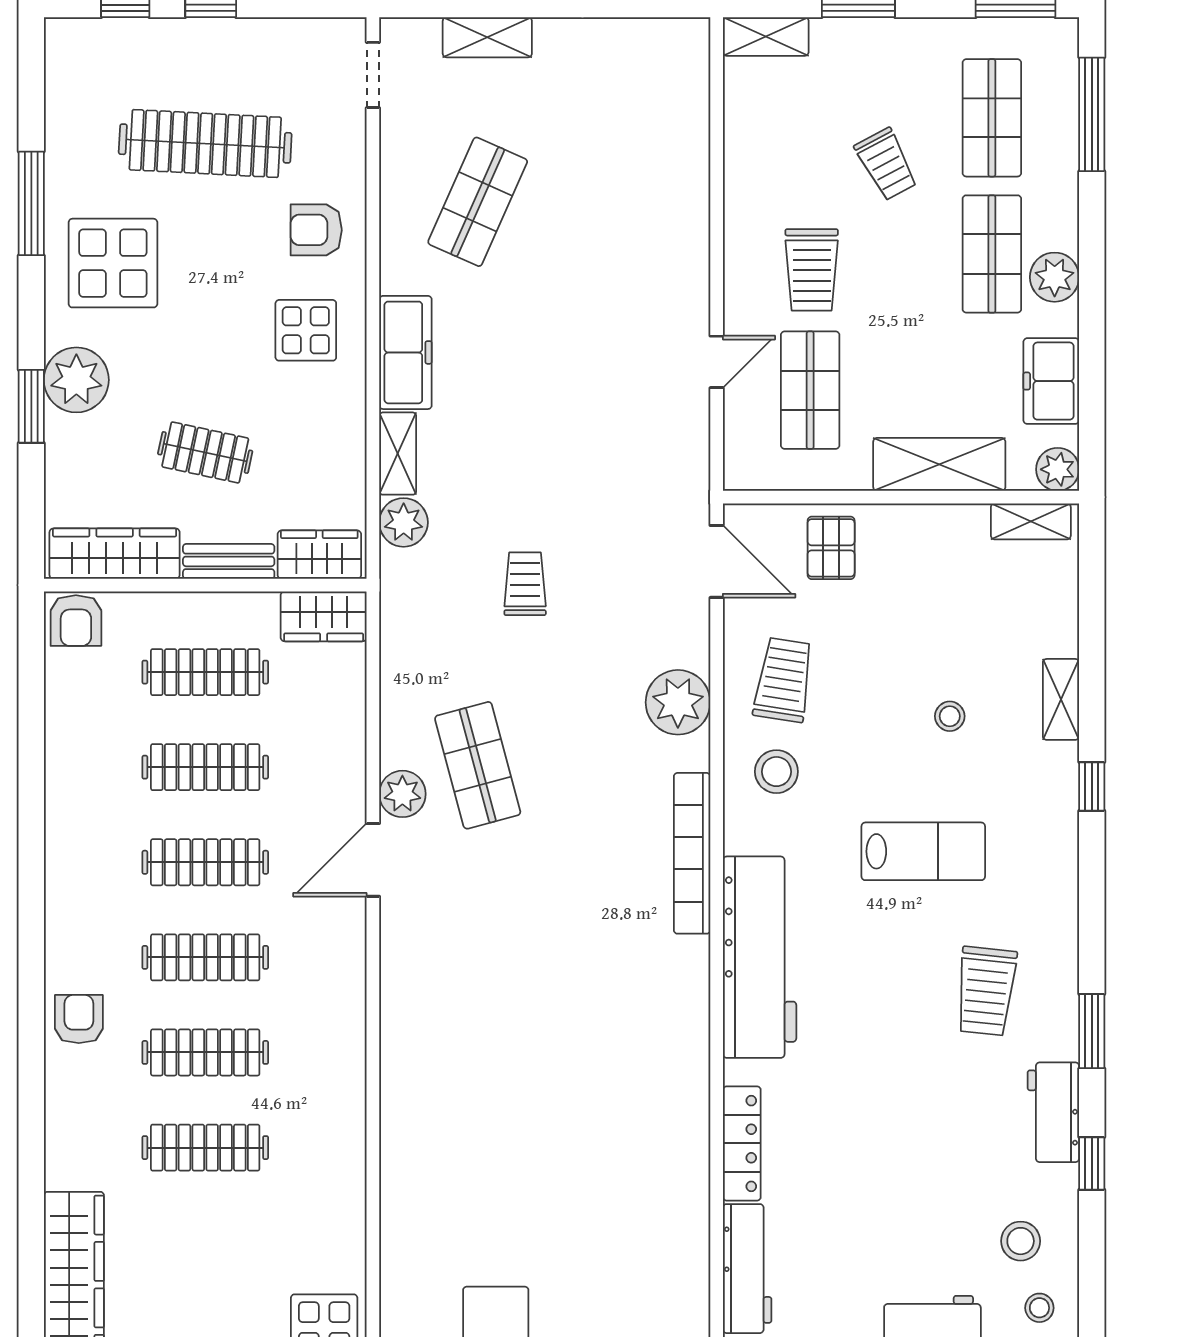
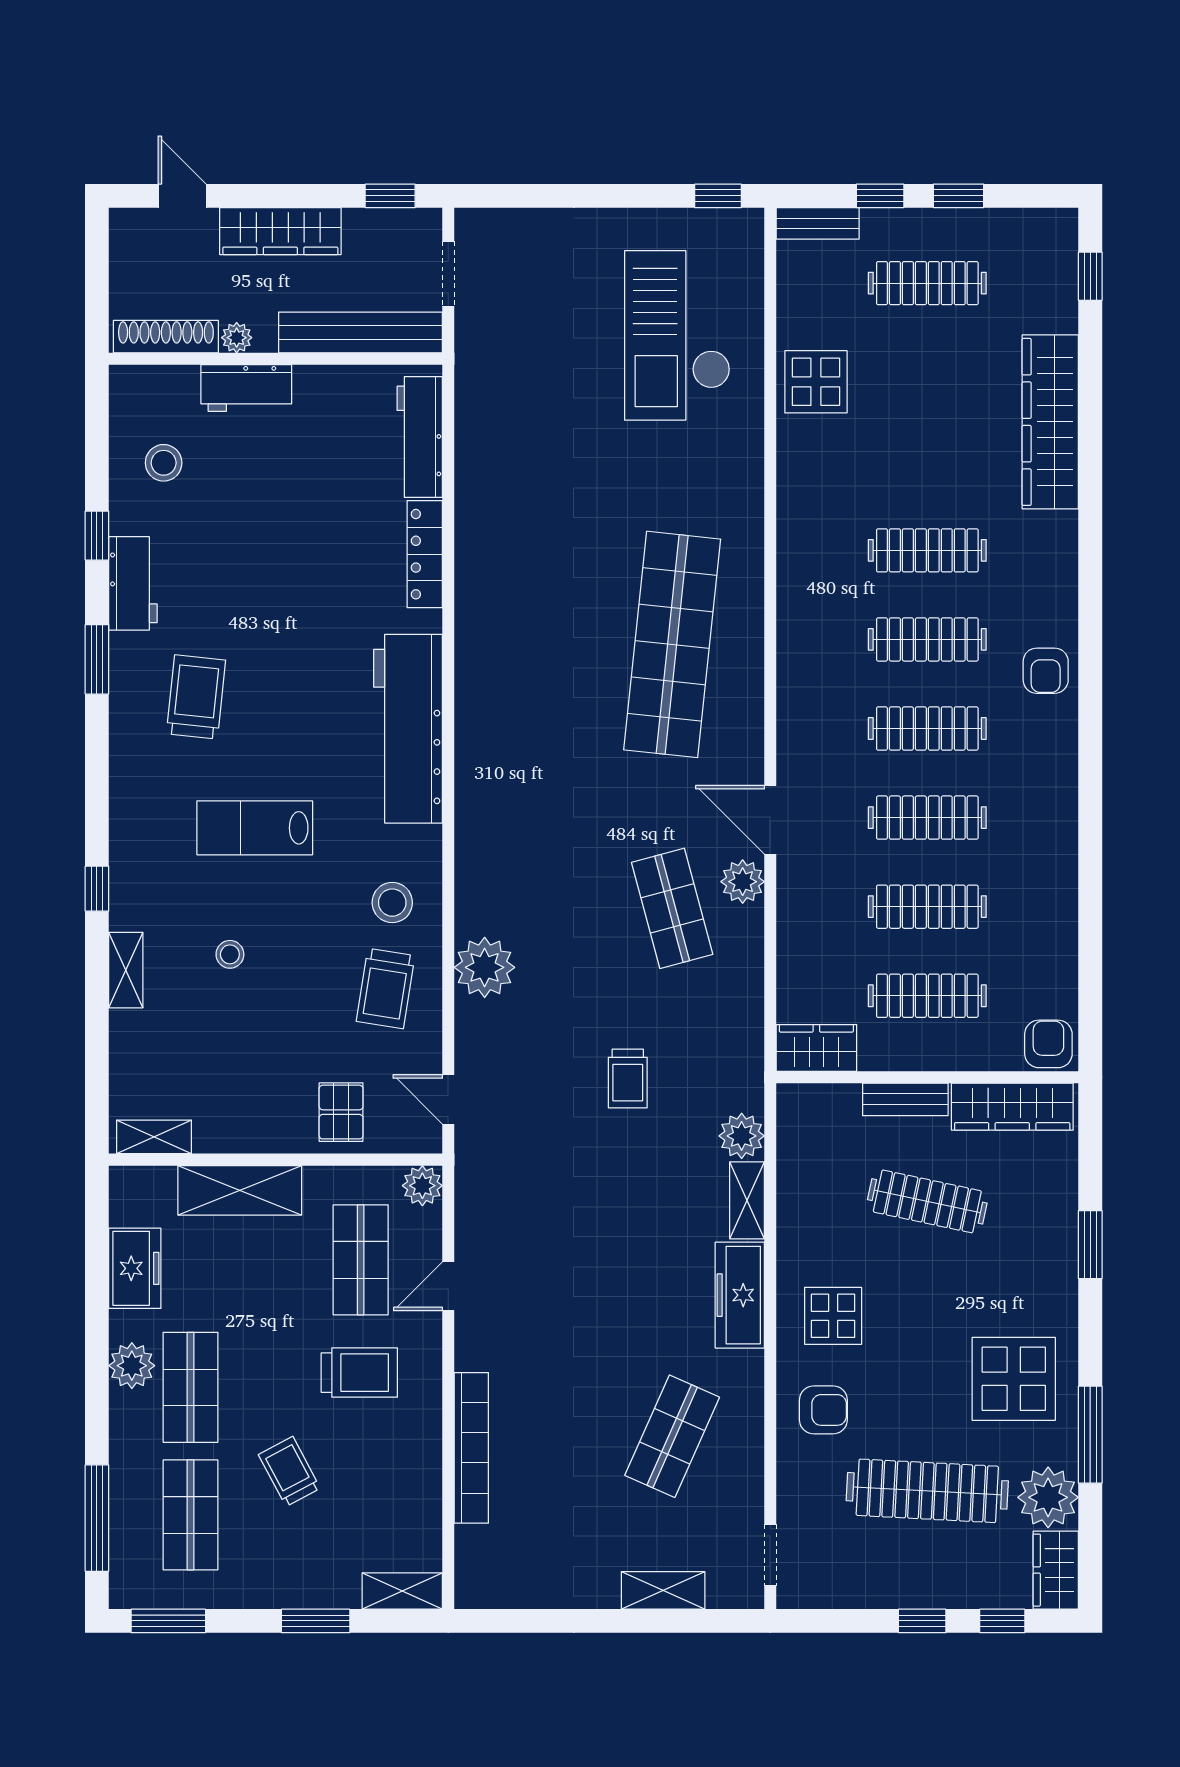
trolley: (812, 270) -> (359, 1373), turned 90
plant: (76, 380) -> (1048, 1497), moved
clothes rail: (205, 452) -> (927, 1201), width x1.36
plant: (1058, 469) -> (422, 1186), moved
wardrobe: (319, 555) -> (1056, 1570), moved, turned 90
door: (717, 561) -> (448, 1099), width x0.73
bookcase: (692, 853) -> (471, 1448), moved
door: (373, 860) -> (770, 820), swing flipped
shop shelf: (478, 1047) -> (672, 644), added
stool: (1039, 1308) -> (146, 400), removed

